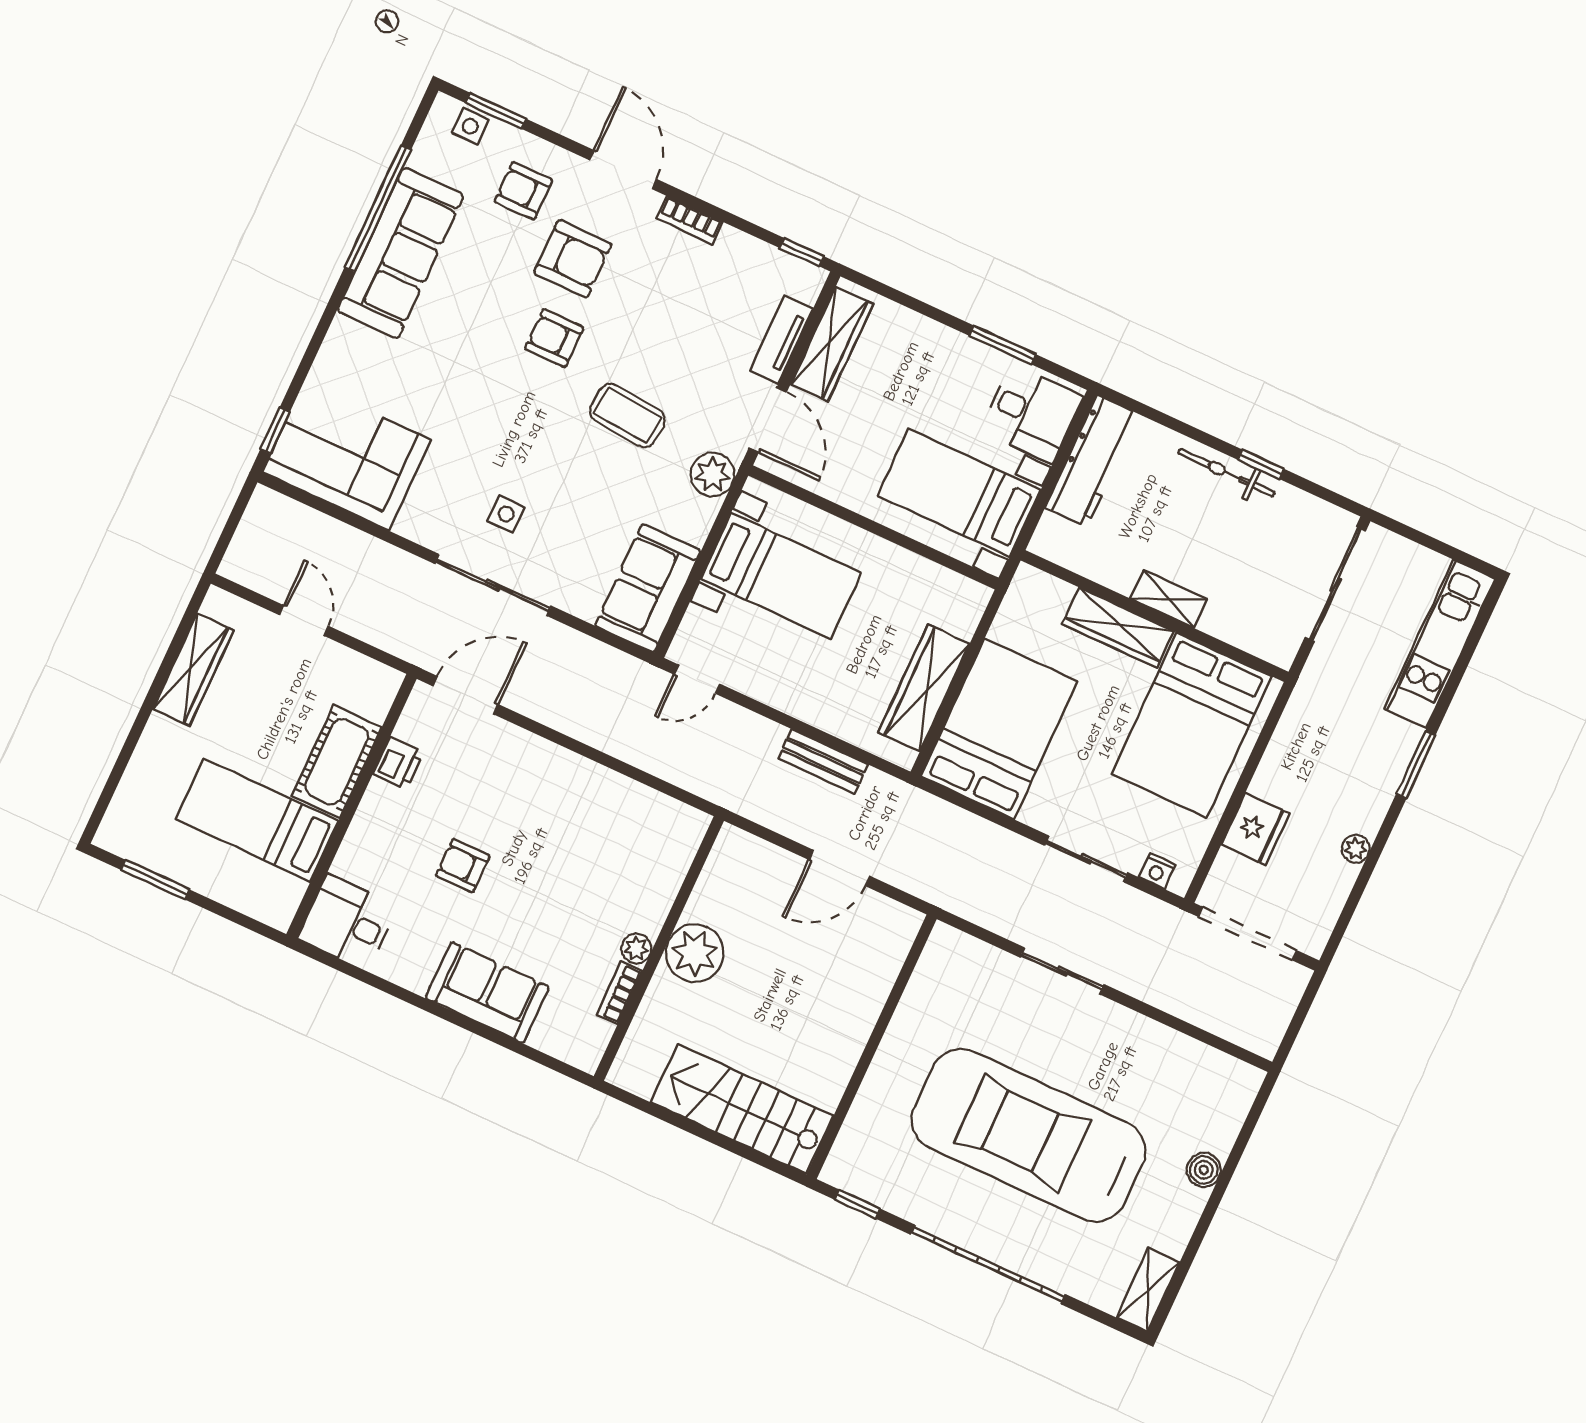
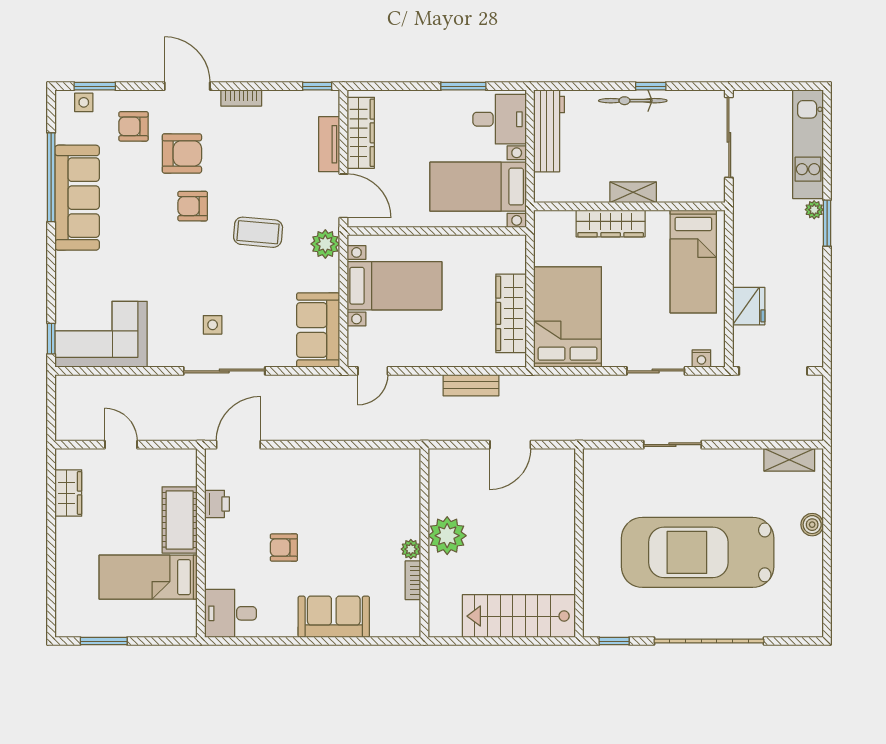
wardrobe: (193, 670) -> (68, 493), width x0.67
bed: (1192, 725) -> (693, 262), width x0.67
plant: (1356, 849) -> (814, 210), moved
shelving: (1148, 1290) -> (789, 460), moved, turned 90

